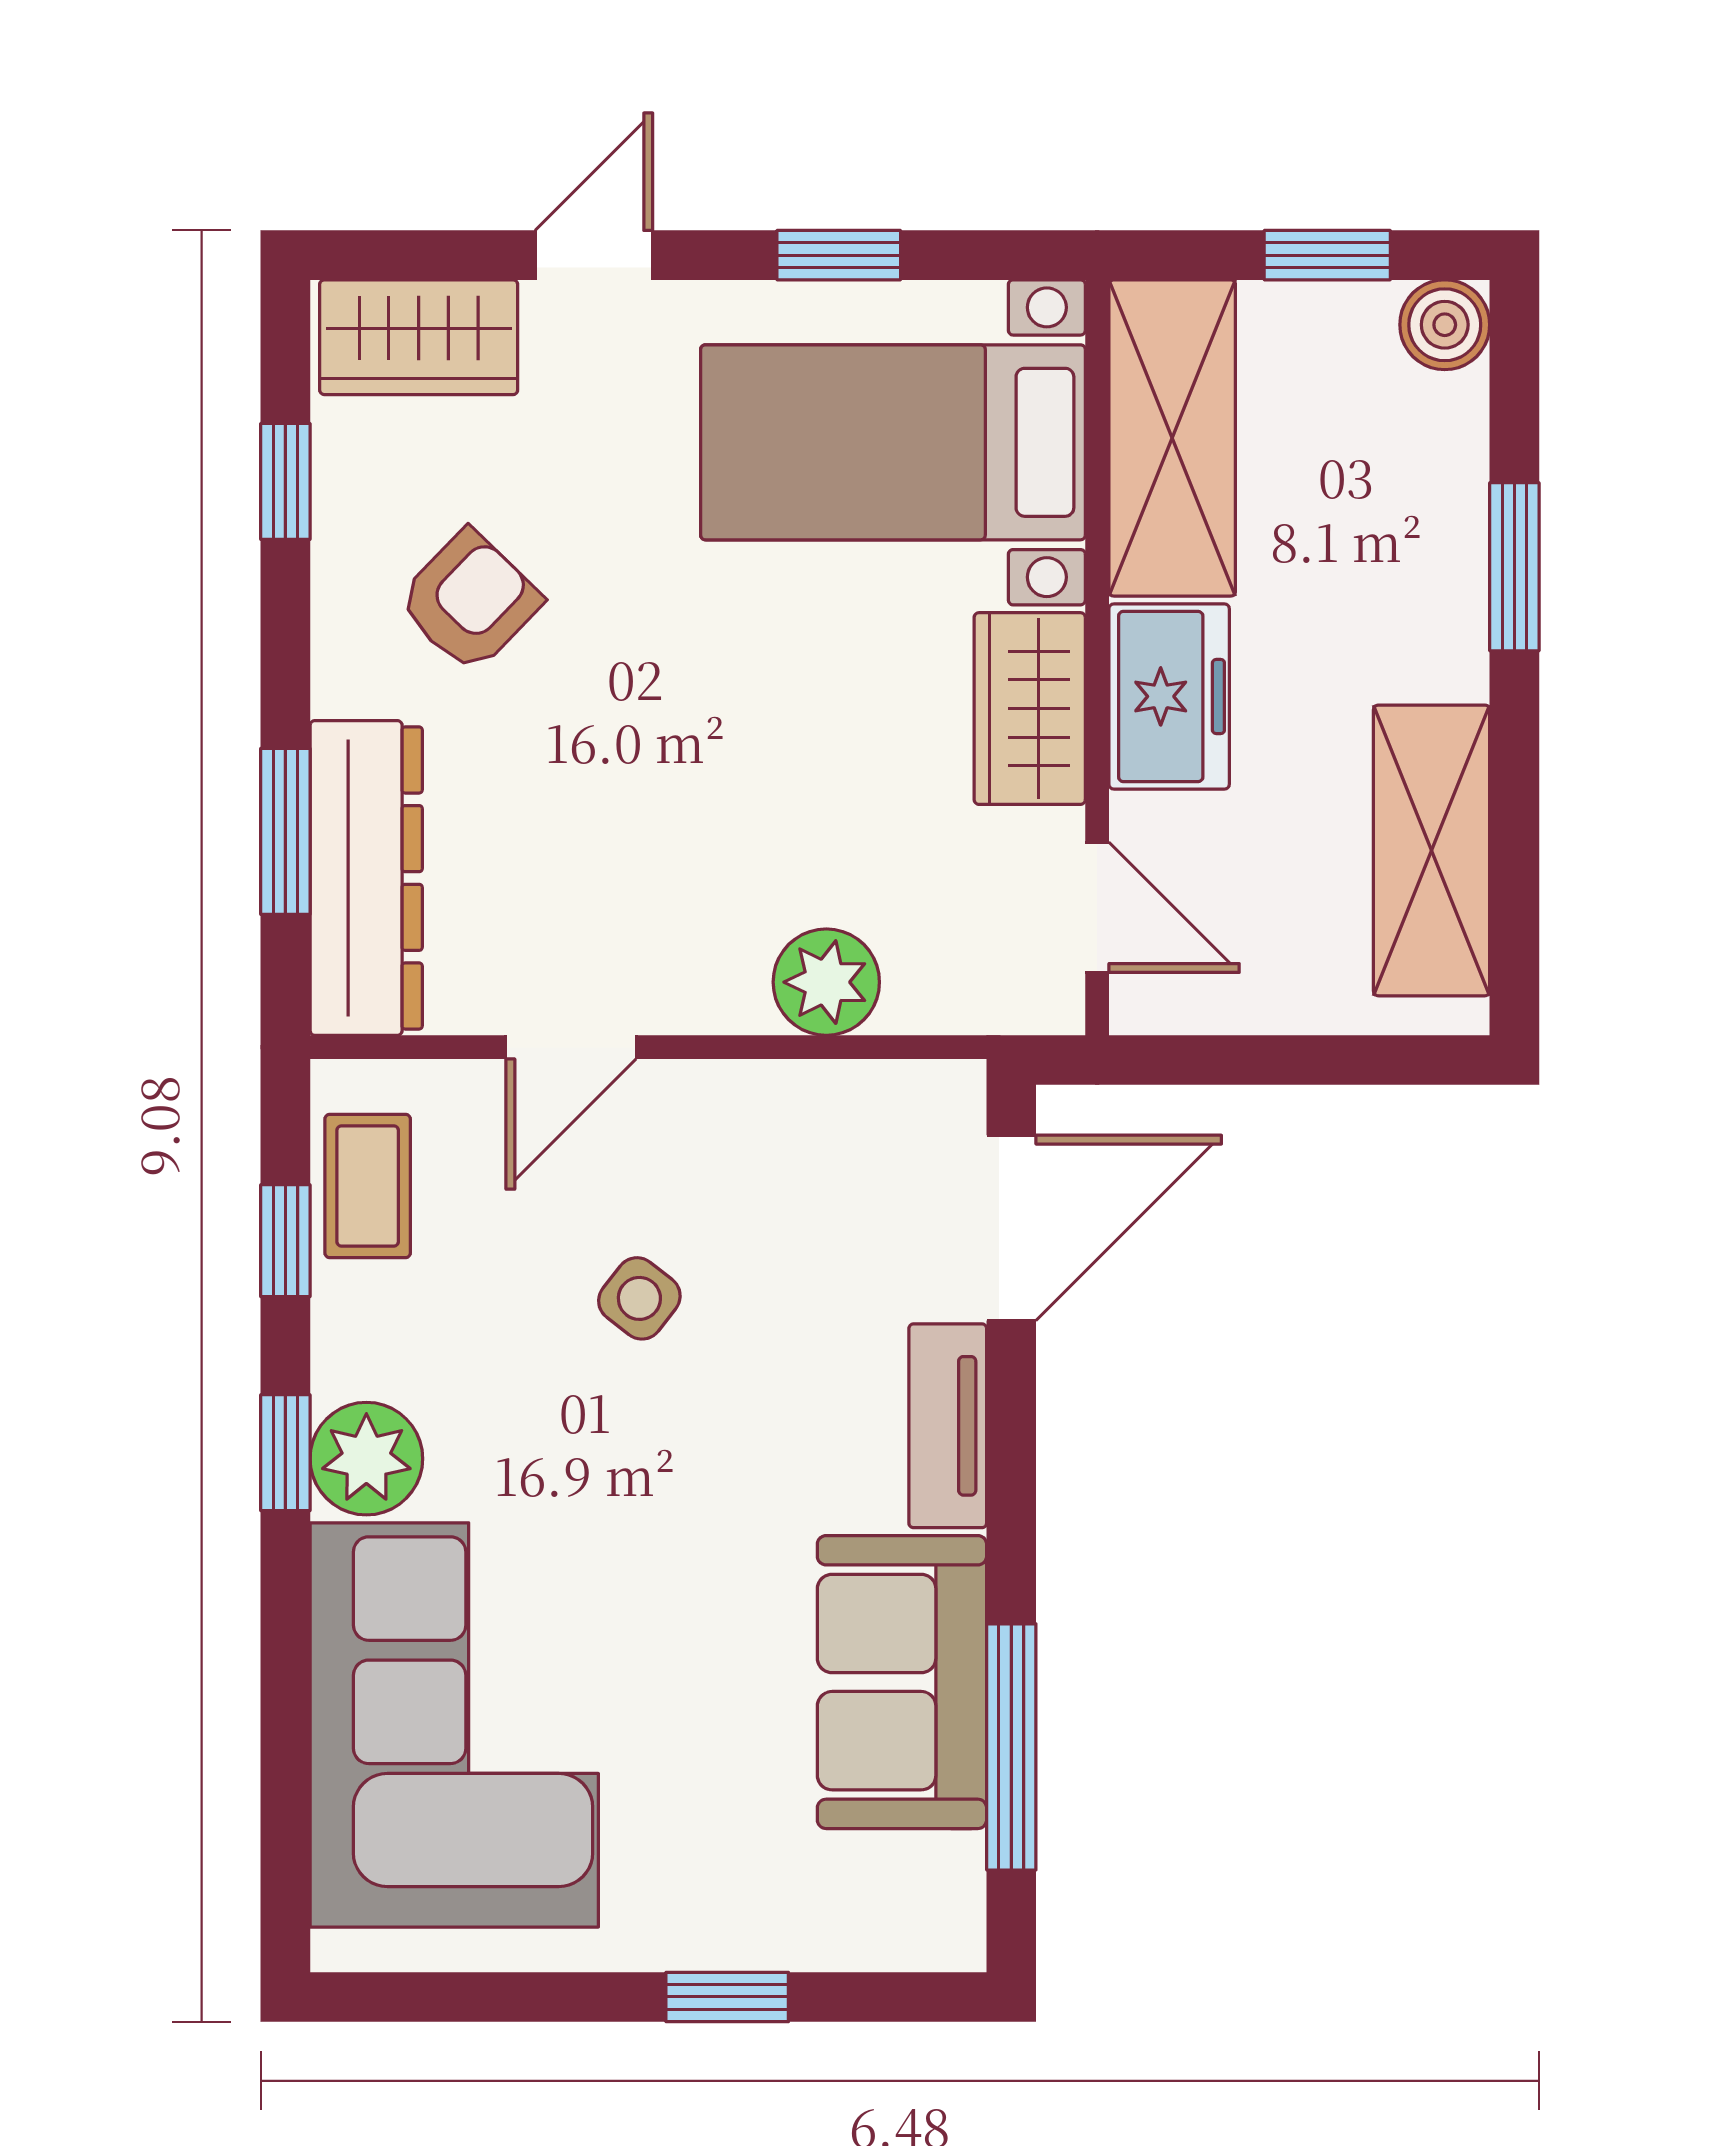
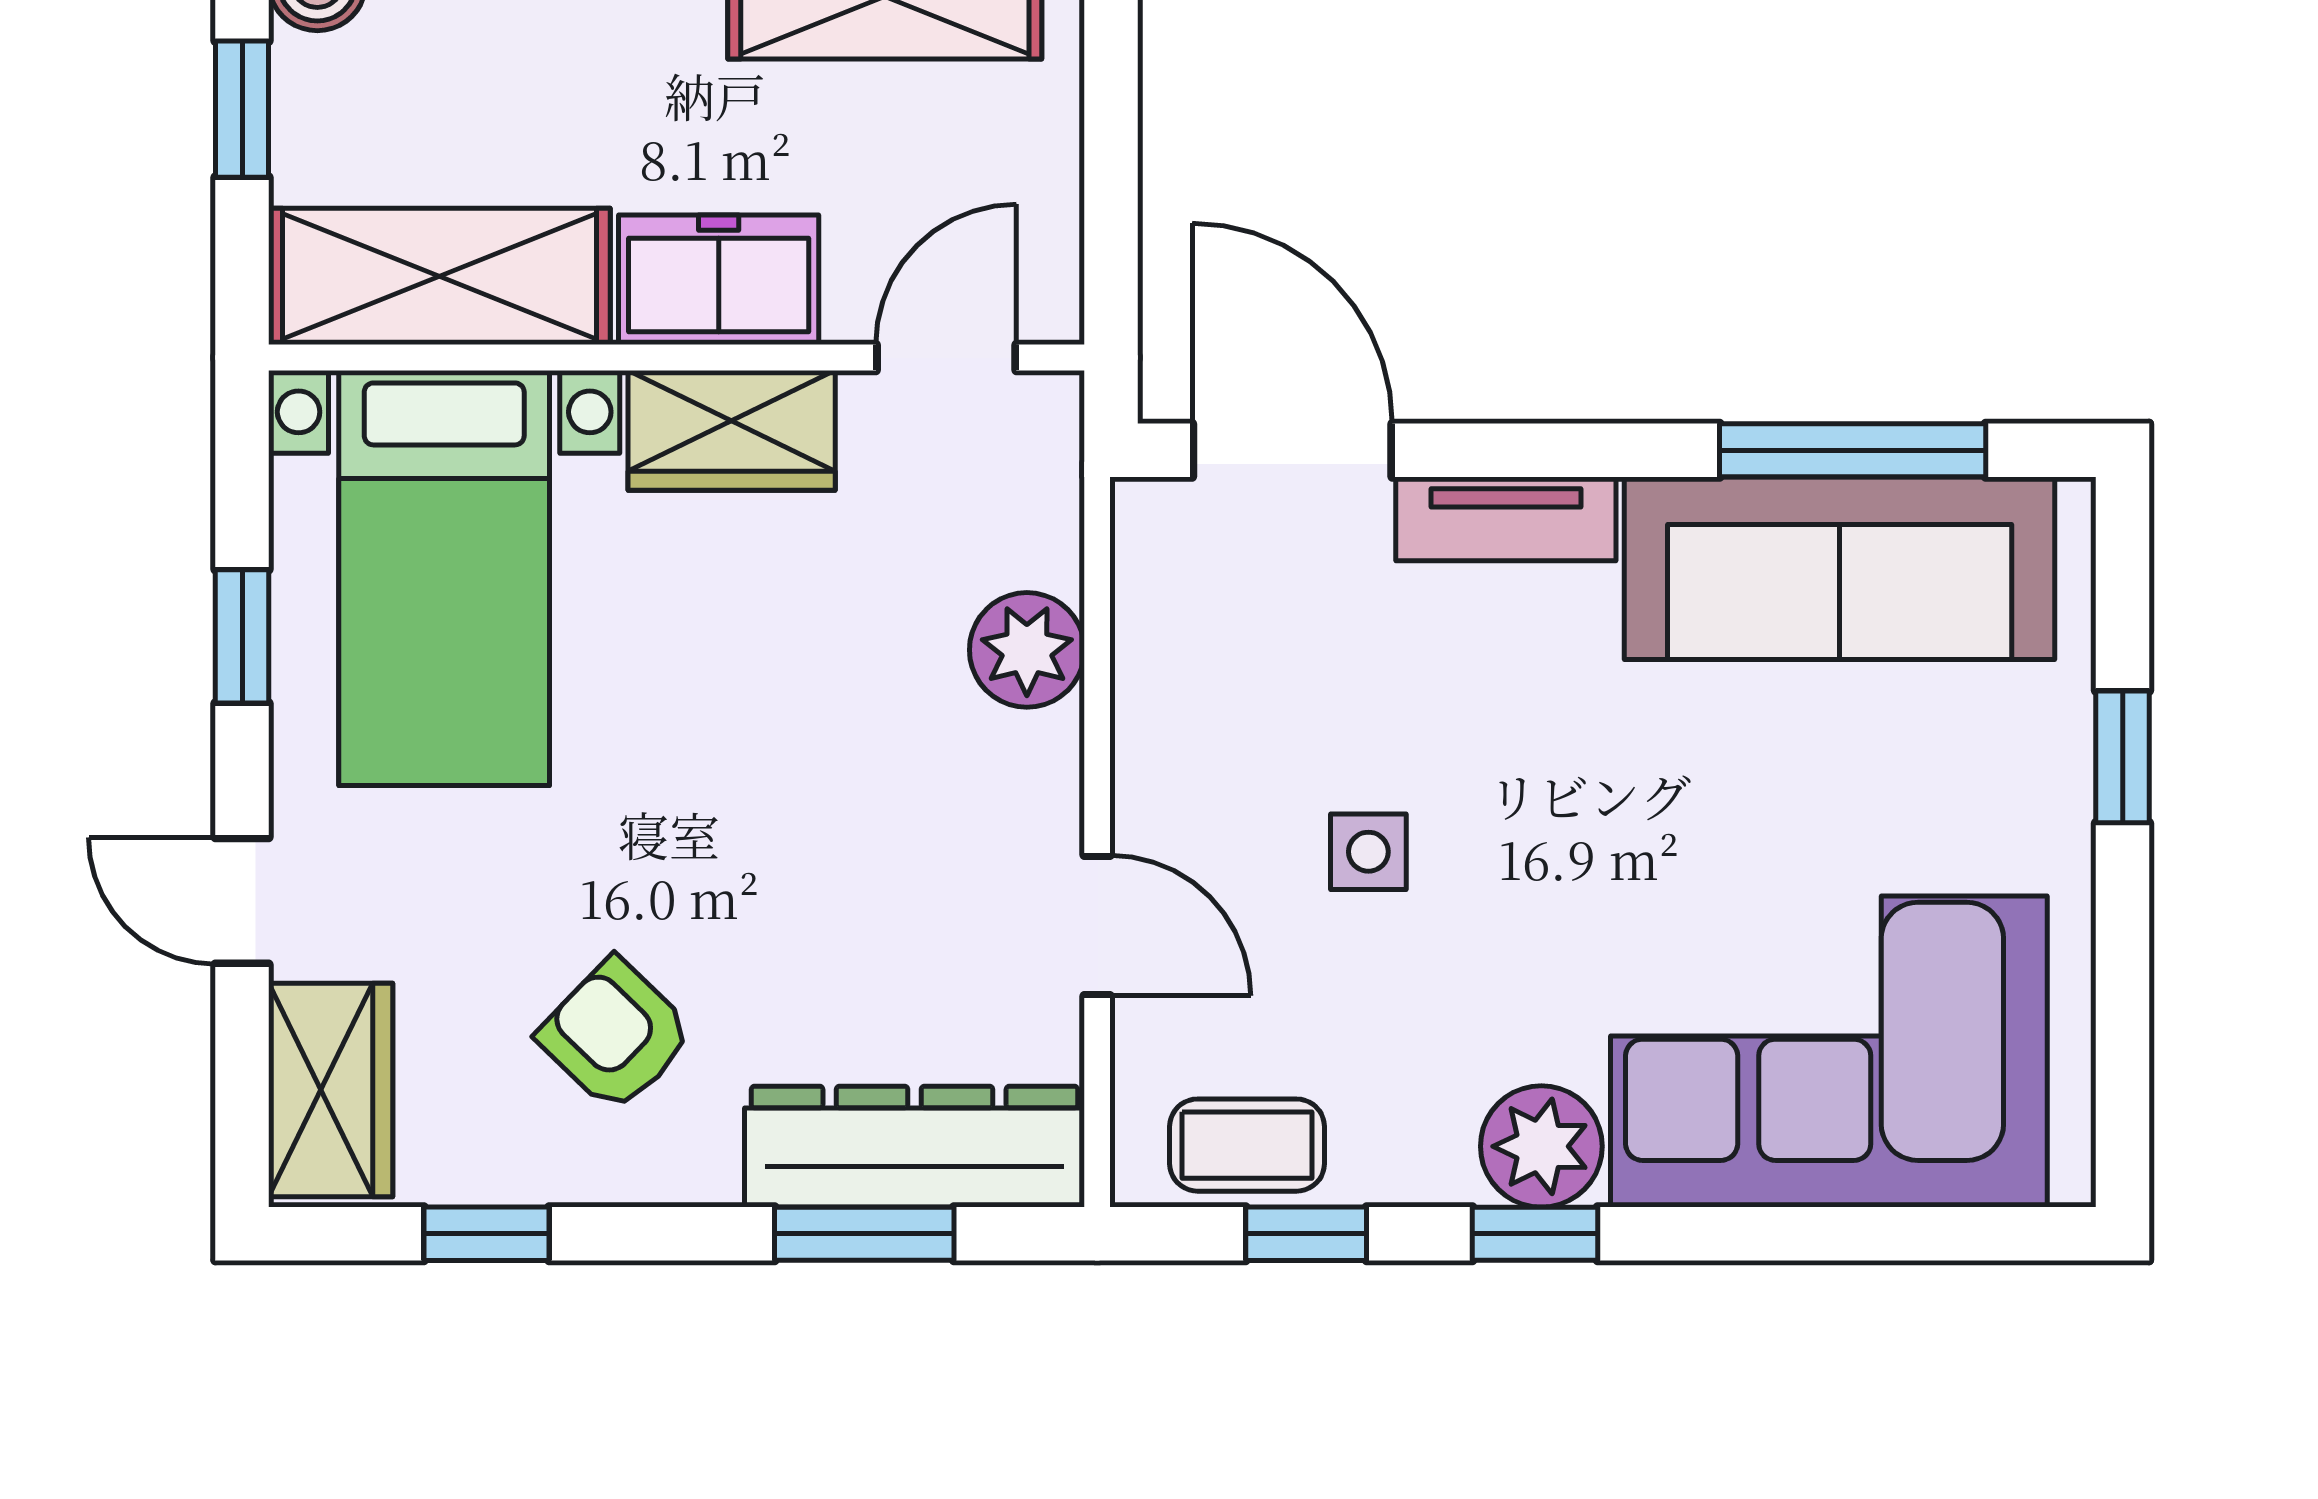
side table: (639, 1298) -> (1368, 852), turned -38
sofa: (902, 1682) -> (1840, 568), width x1.36

